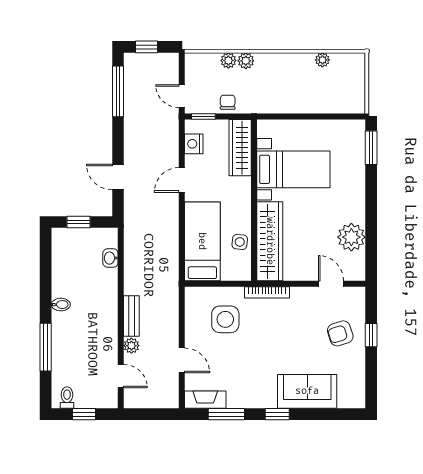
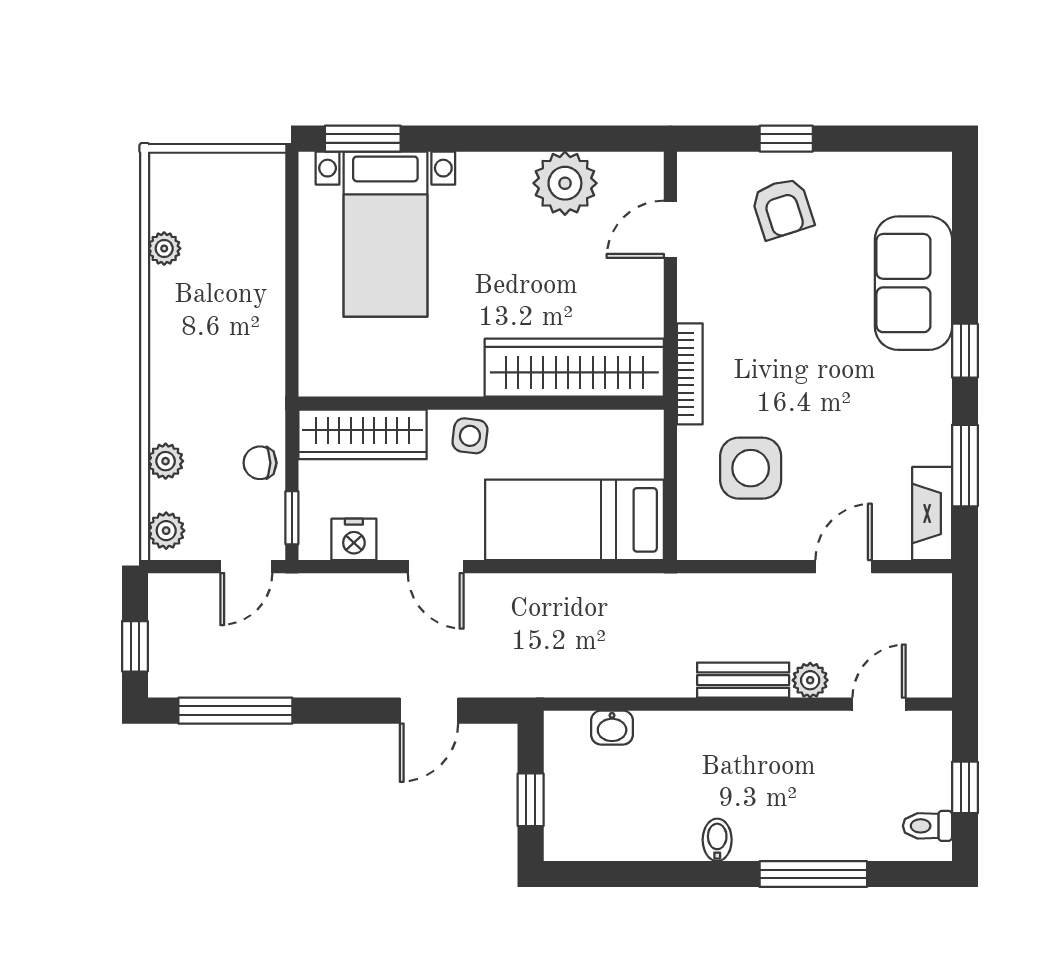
plant: (246, 61) -> (166, 531), moved
bed with nightstands: (293, 169) -> (385, 234), moved, turned 180
side table: (240, 242) -> (470, 436), moved

